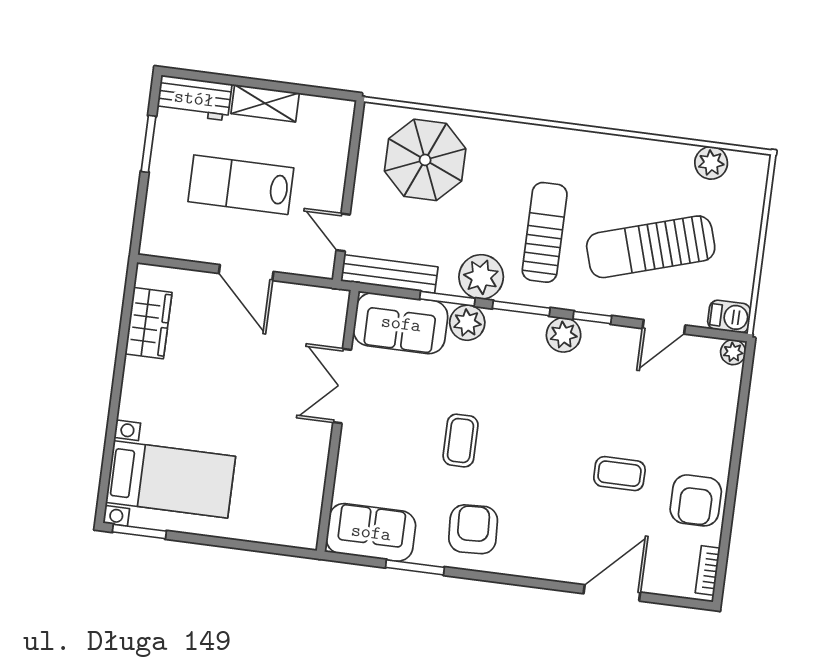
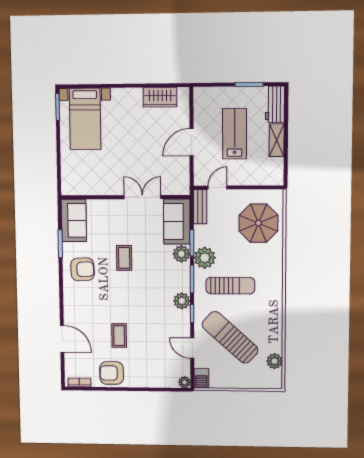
sun lounger: (651, 247) -> (230, 337), turned -31
bench: (389, 274) -> (200, 207), width x0.73
coffee table: (461, 441) -> (124, 258), turned 90

